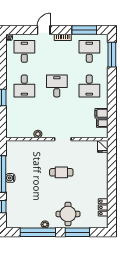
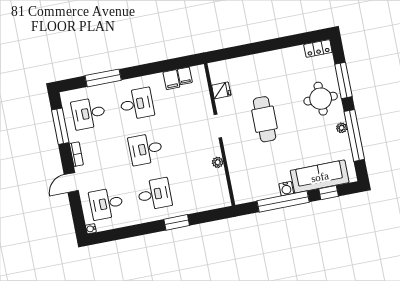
door: (44, 30) -> (71, 183), hinge flipped
window: (112, 55) -> (103, 78), moved
fridge: (103, 146) -> (221, 90), moved
cafe table: (61, 172) -> (265, 119), width x1.37, depth x1.35
sofa: (14, 203) -> (320, 177), added
locker: (103, 207) -> (318, 48), moved

